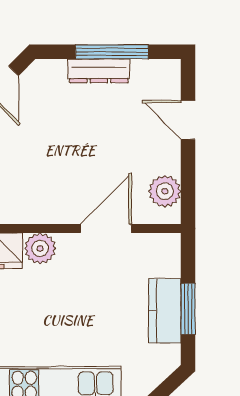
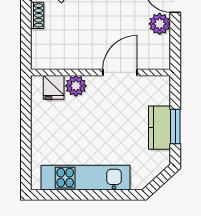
plant: (165, 191) -> (160, 24), moved

